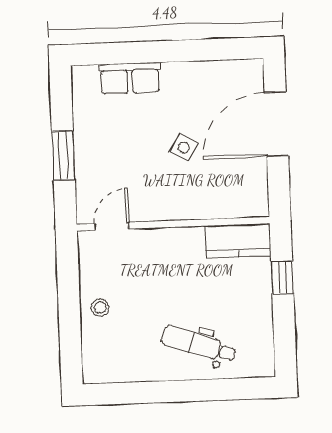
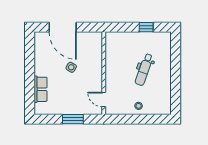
kitchen counter: (238, 241) -> (112, 46), removed
window: (282, 278) -> (146, 27), moved
dental chair: (199, 345) -> (144, 70), moved

